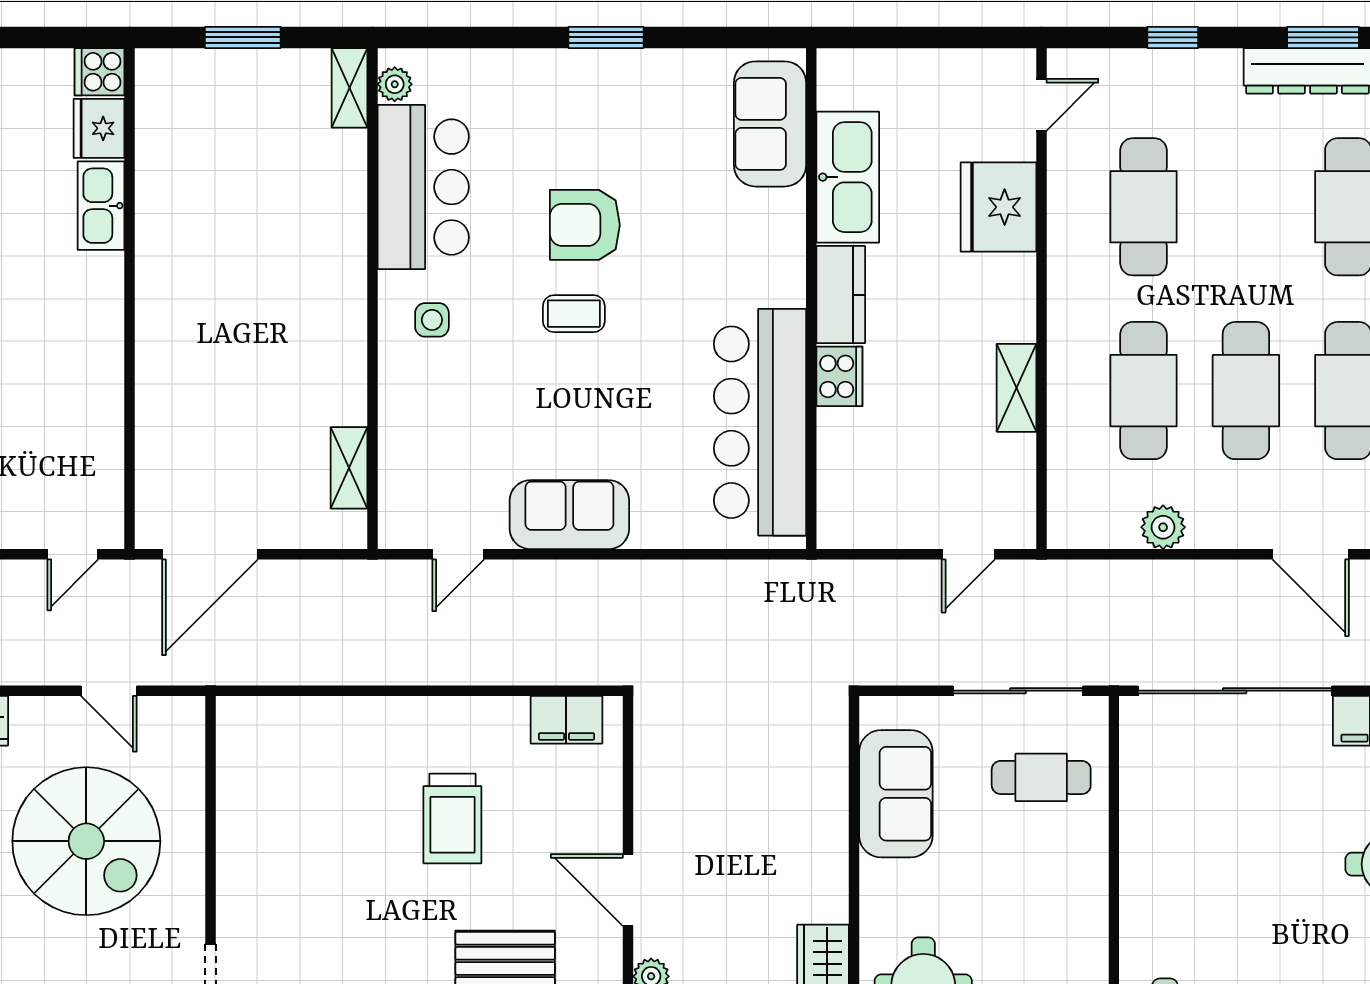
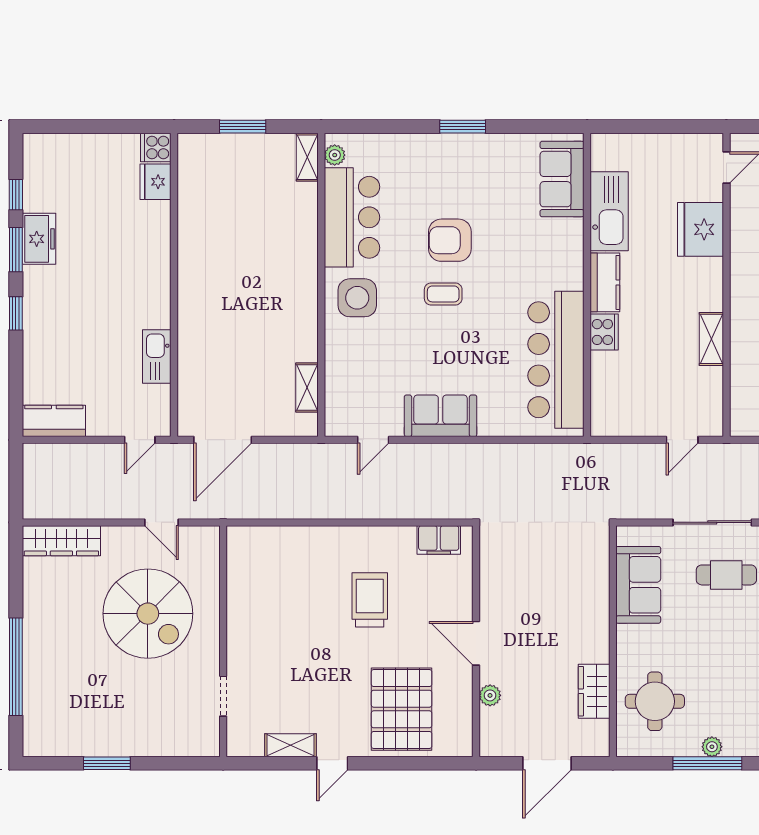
kitchen sink: (101, 206) -> (157, 356), moved
side table: (432, 320) -> (357, 298), width x1.87, depth x1.87
trolley: (452, 818) -> (370, 600), turned 180

